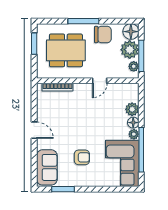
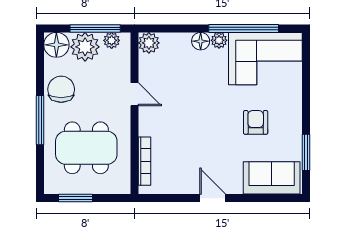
dining table: (66, 50) -> (86, 148), turned 90
plant: (132, 109) -> (149, 43), moved
door: (34, 130) -> (213, 198), hinge flipped

